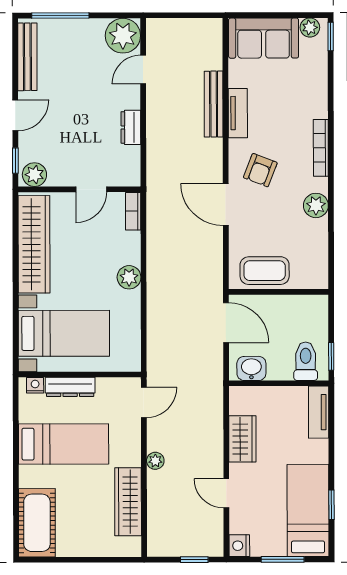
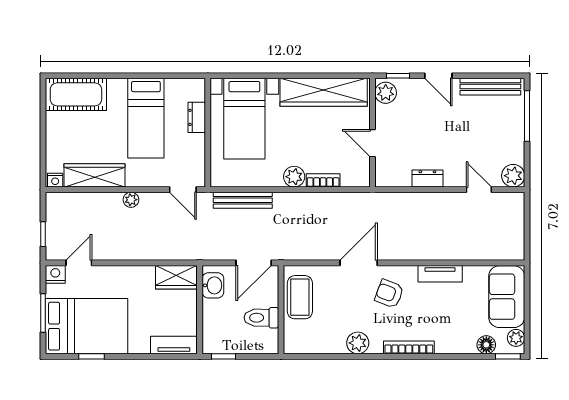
plant: (123, 36) -> (513, 176), width x0.73, depth x0.73
floor lamp: (318, 61) -> (486, 345), added
bench: (214, 104) -> (243, 200), moved
bookcase: (133, 211) -> (323, 180), moved
toilet: (306, 361) -> (261, 318), moved, turned 180
nightstand: (35, 385) -> (55, 180), moved, turned 90
dresser: (70, 387) -> (197, 117), width x0.70
wardrobe: (242, 439) -> (176, 277), moved
door: (226, 493) -> (79, 263), moved
bed: (308, 510) -> (87, 326), width x1.50

